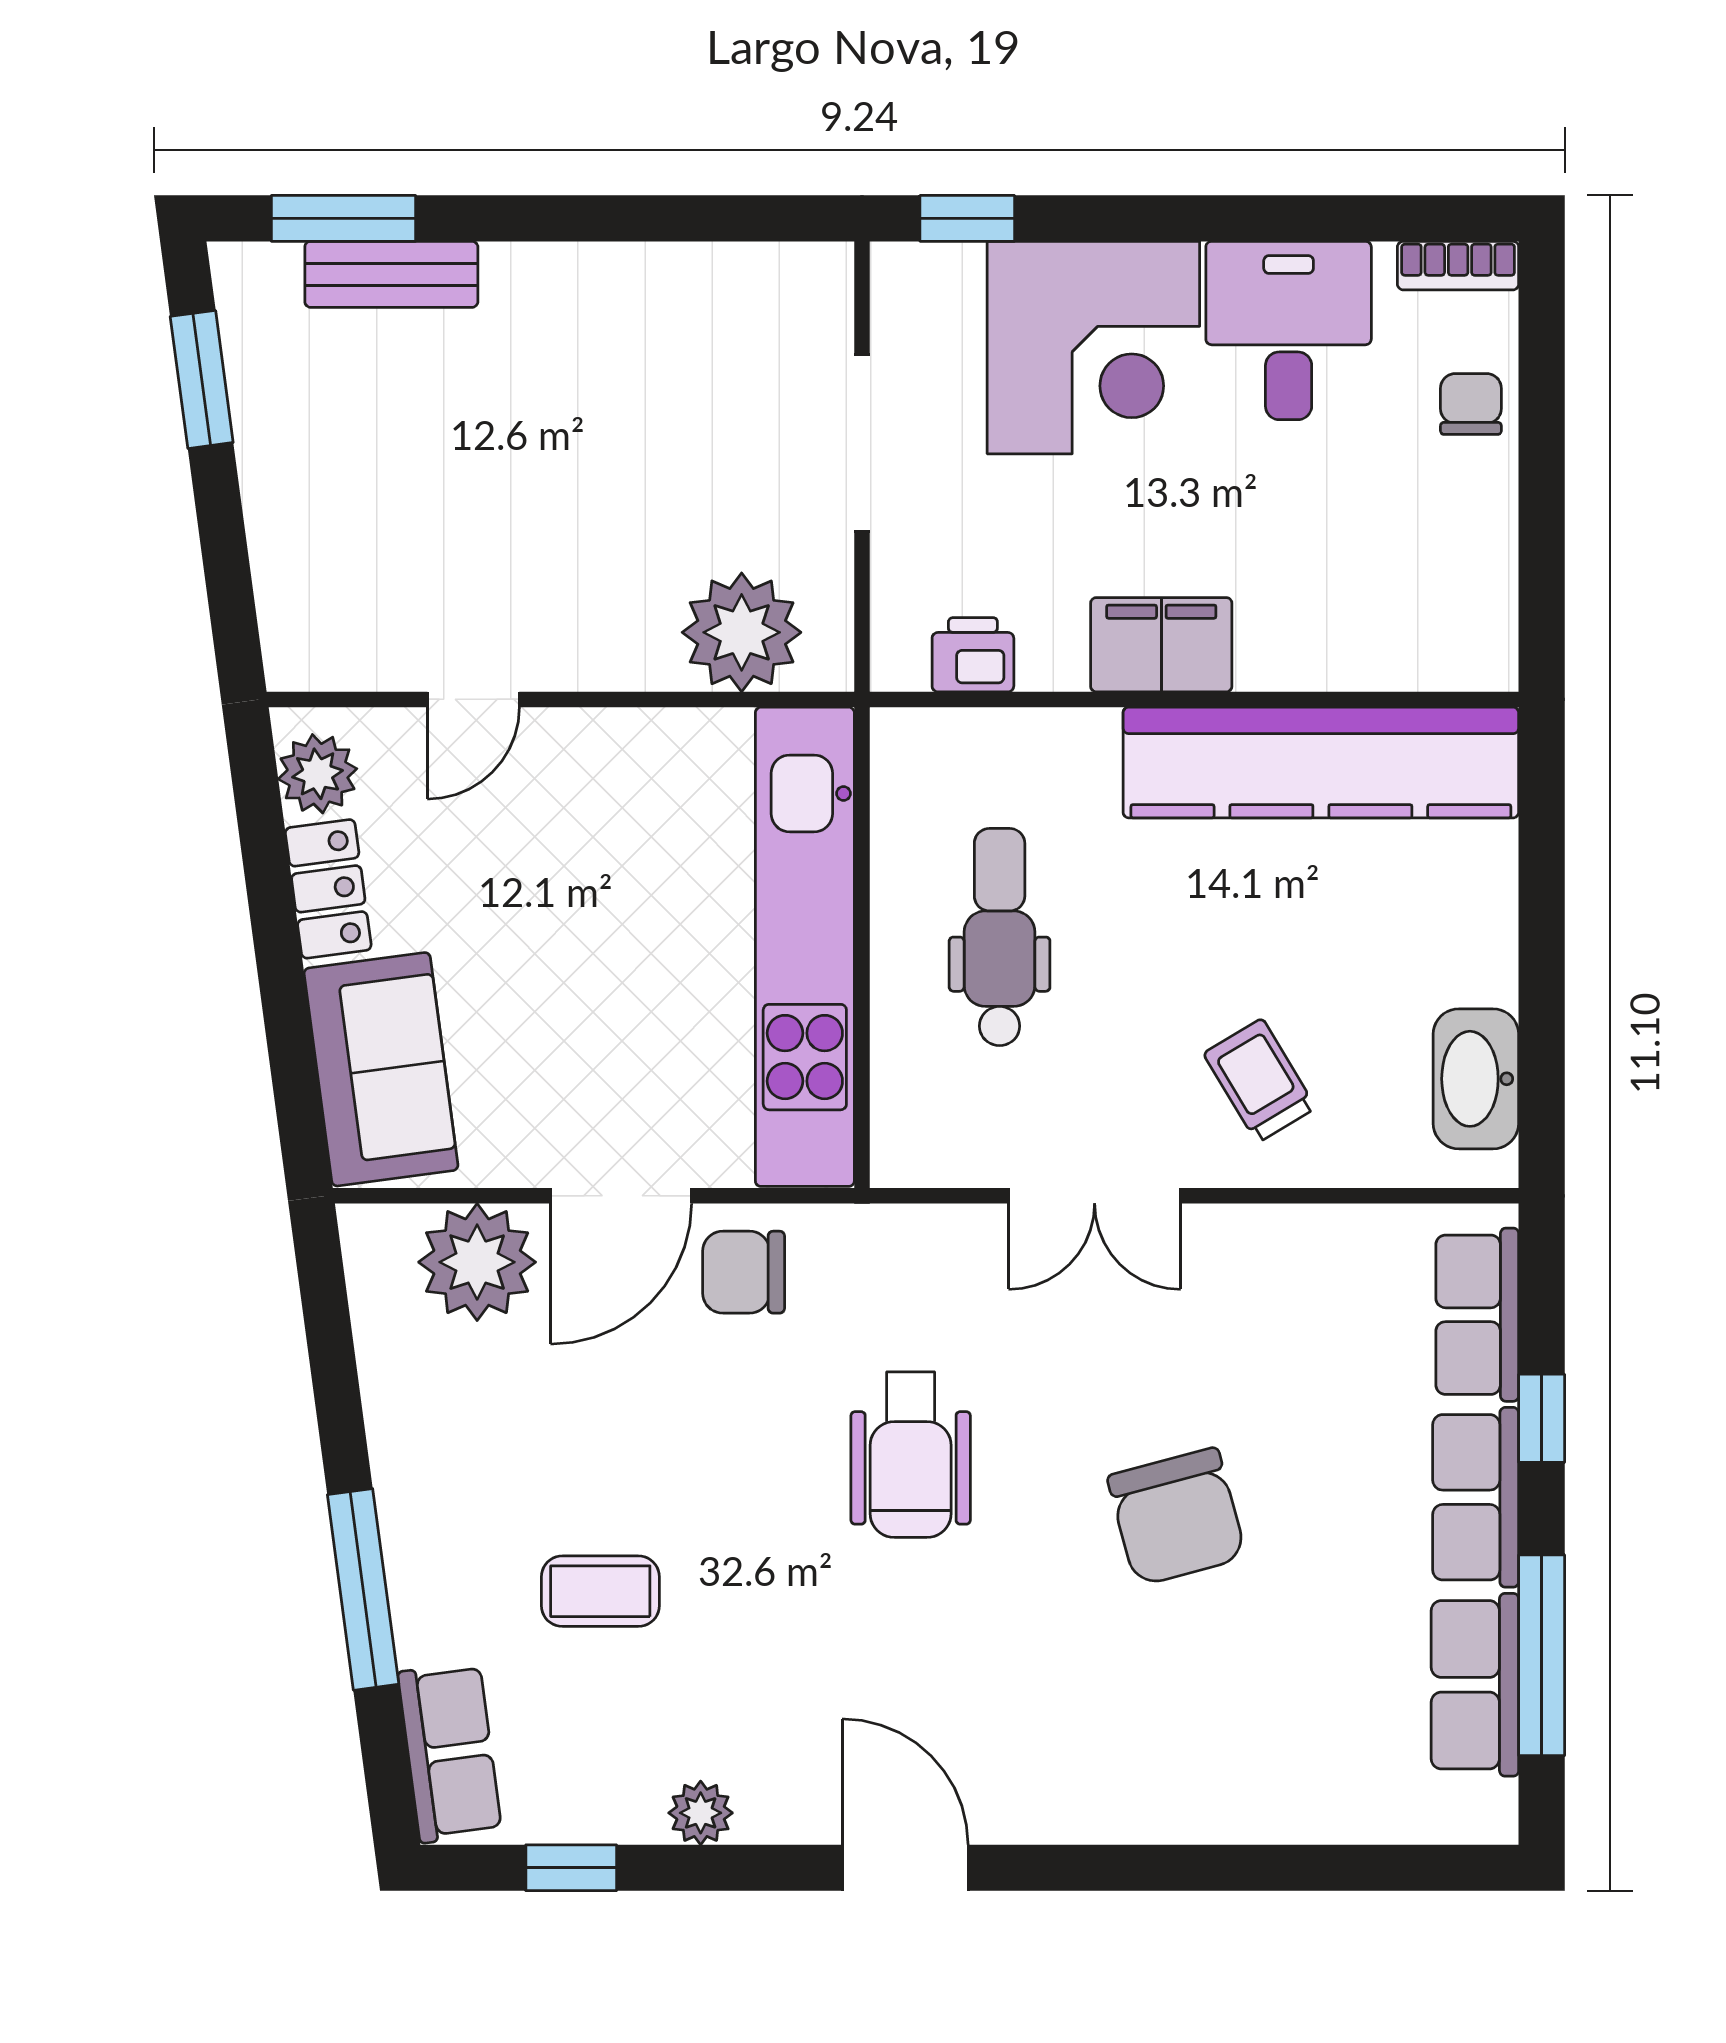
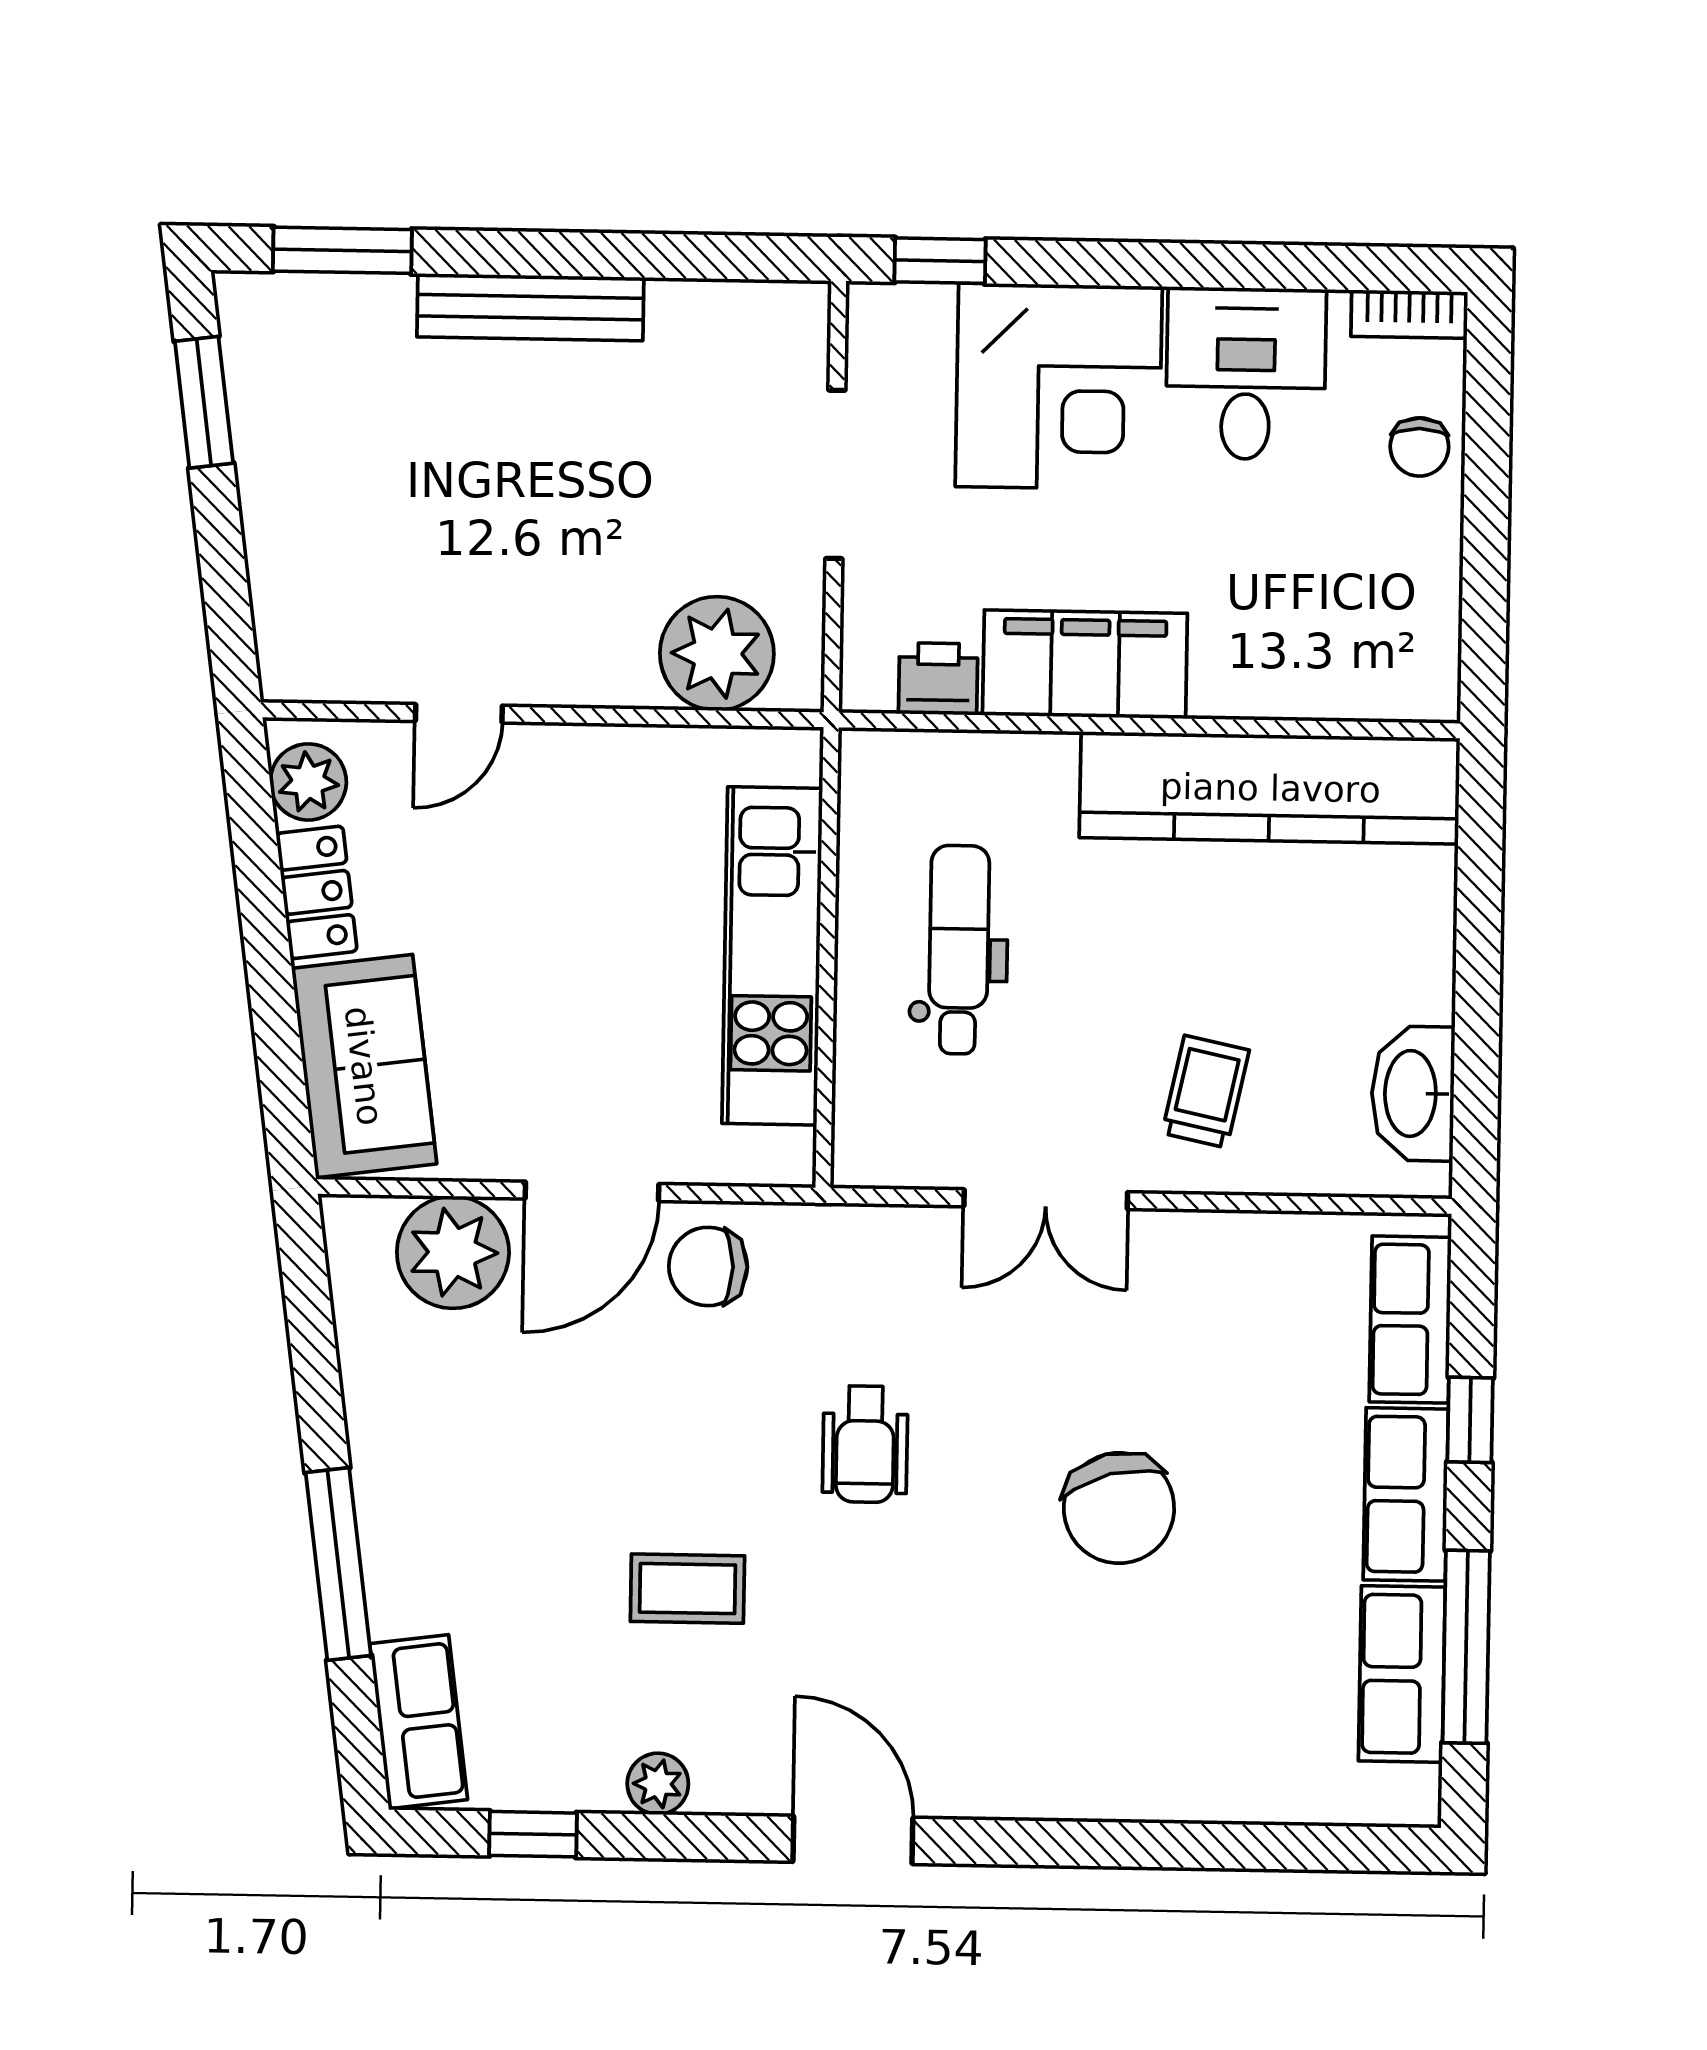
bench: (391, 274) -> (530, 307), moved, width x1.36
chair: (1471, 404) -> (1419, 447), turned 180
filing cabinet: (1161, 645) -> (1085, 664), width x1.50, depth x1.17
kitchen unit: (805, 947) -> (772, 956), width x0.73
trolley: (1260, 1081) -> (1206, 1092), turned 43
wheelchair: (911, 1455) -> (865, 1444), width x0.73, depth x0.73
coffee table: (600, 1591) -> (687, 1589), moved

